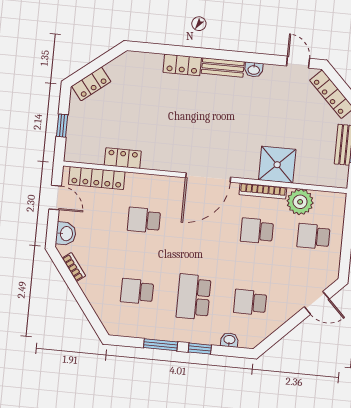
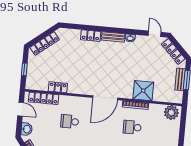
locker: (91, 84) -> (45, 43), width x1.53
plant: (300, 202) -> (171, 112), moved
school desk: (313, 236) -> (163, 130), removed

